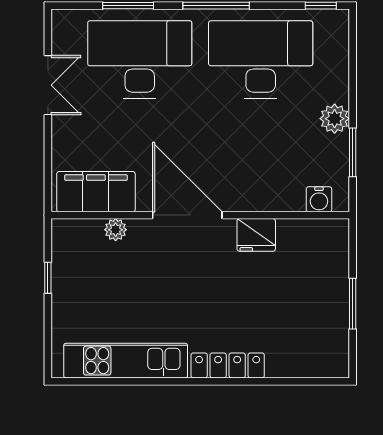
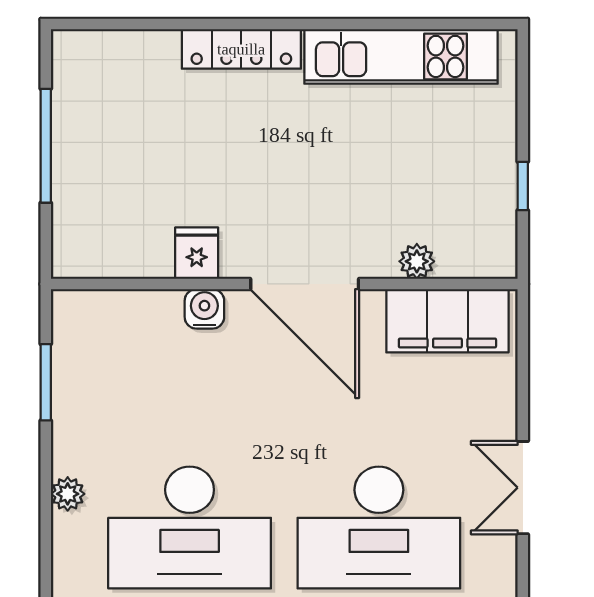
plant: (335, 119) -> (68, 494), moved, width x0.73, depth x0.73
water cooler: (319, 199) -> (204, 309), moved
fridge: (256, 235) -> (197, 253), width x0.72
window: (353, 304) -> (46, 146), width x1.44

